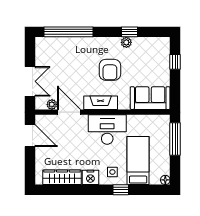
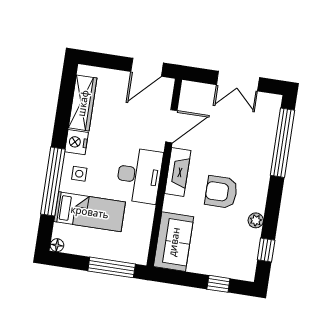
window: (129, 32) -> (266, 250), moved
double door: (30, 81) -> (238, 81), moved
plant: (52, 104) -> (186, 104), removed
window: (121, 190) -> (53, 182), width x3.17

